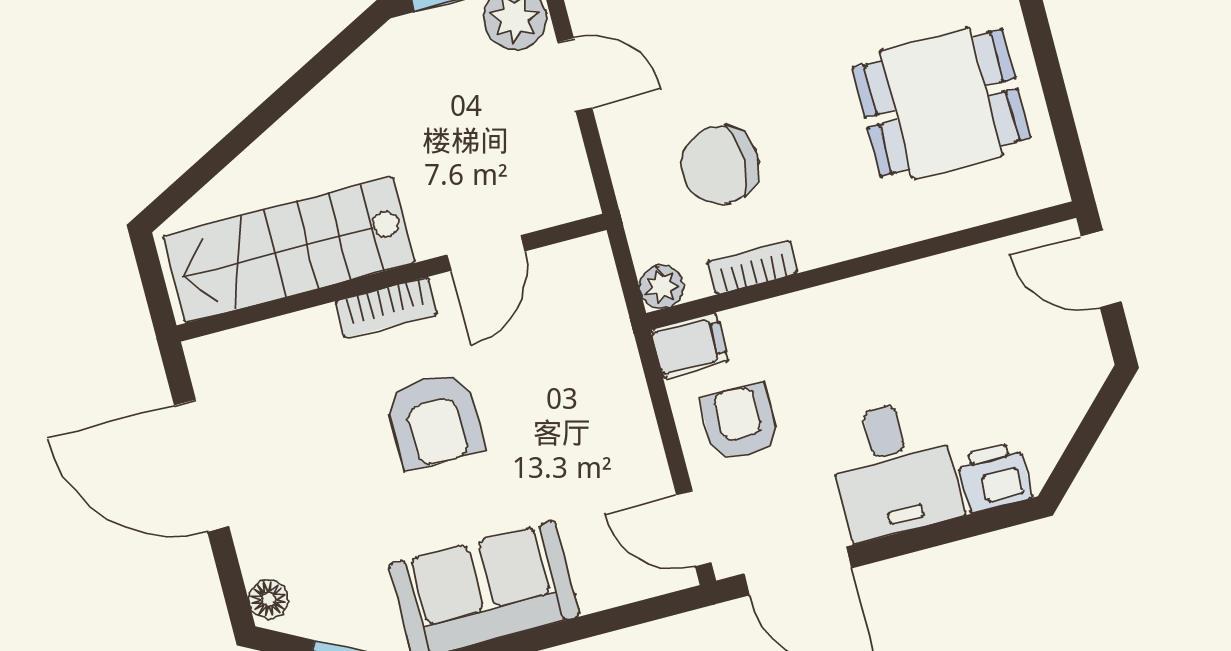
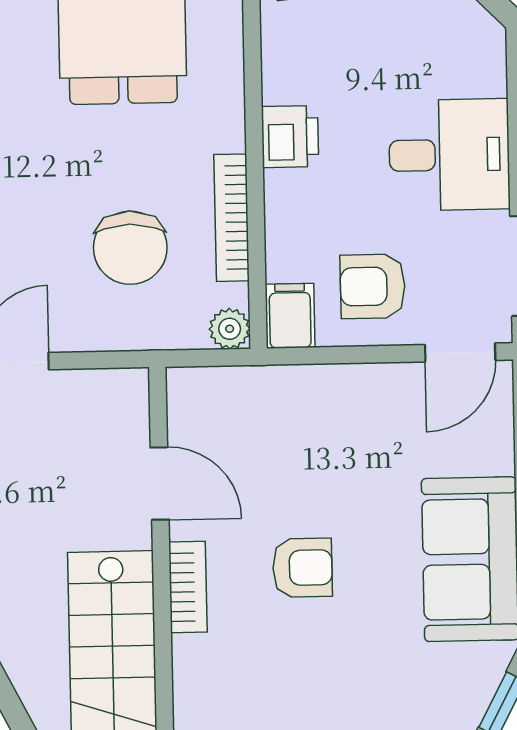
bookcase: (752, 267) -> (232, 218), width x1.56
armchair: (435, 420) -> (302, 568), width x0.72, depth x0.72
printer: (994, 477) -> (290, 137), moved, turned 180

